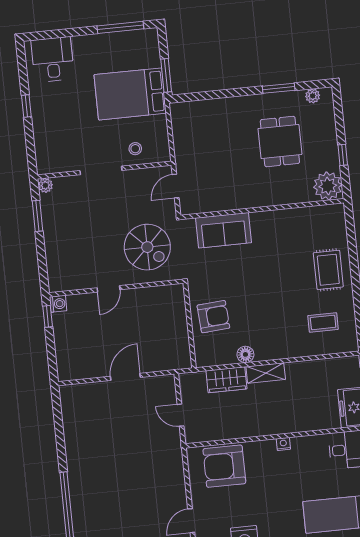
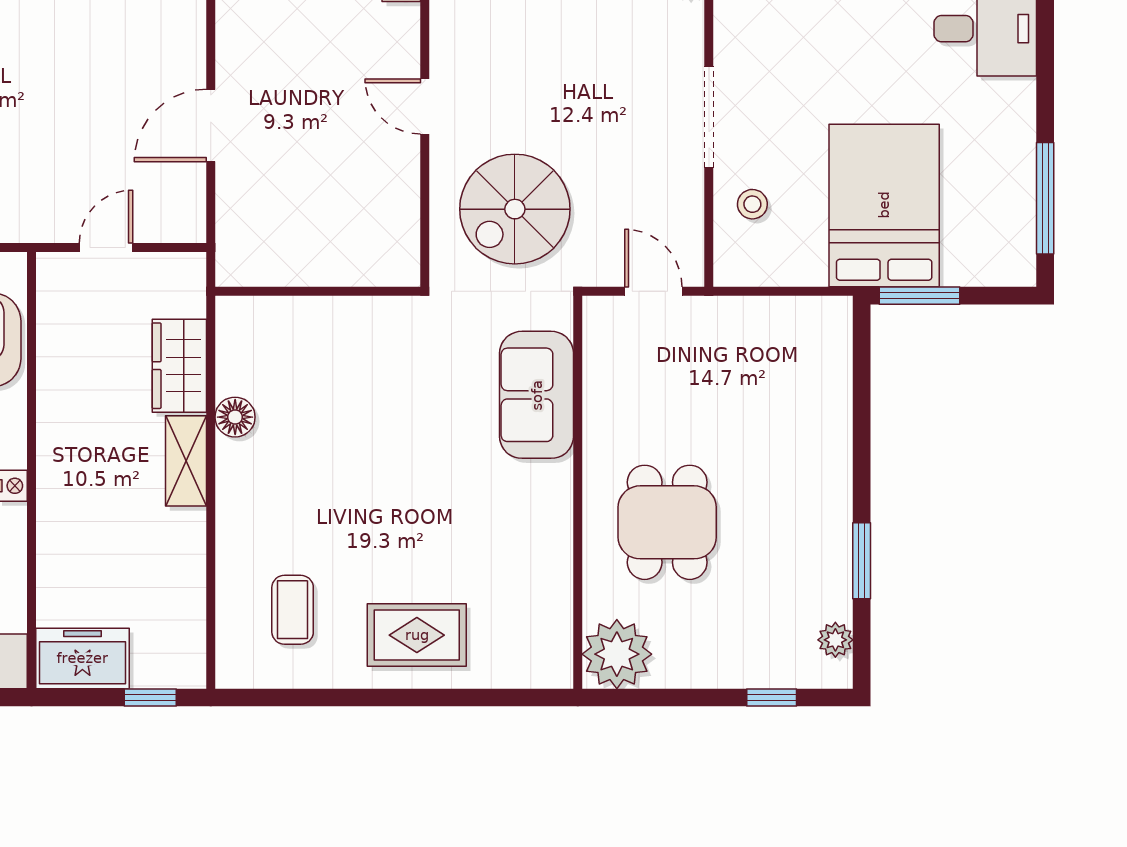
dining table: (280, 142) -> (667, 522), moved, turned 90
window: (343, 155) -> (772, 698), moved
armchair: (213, 317) -> (333, 350), removed
door: (125, 377) -> (211, 125), swing flipped

